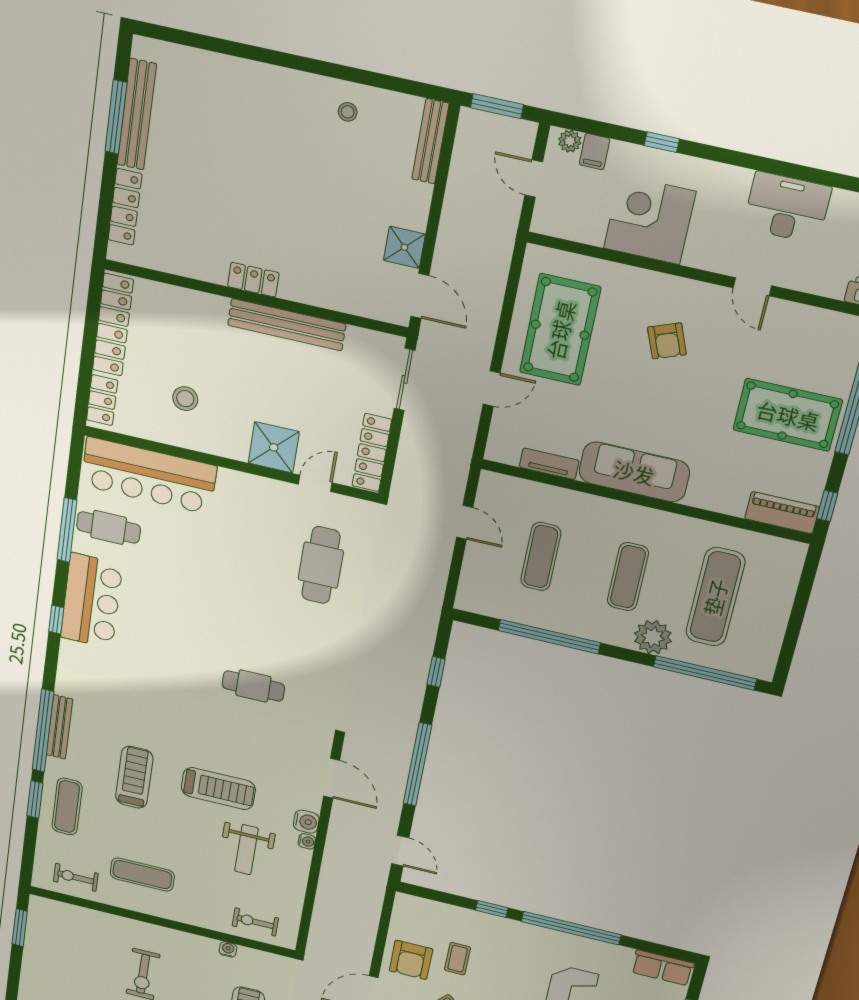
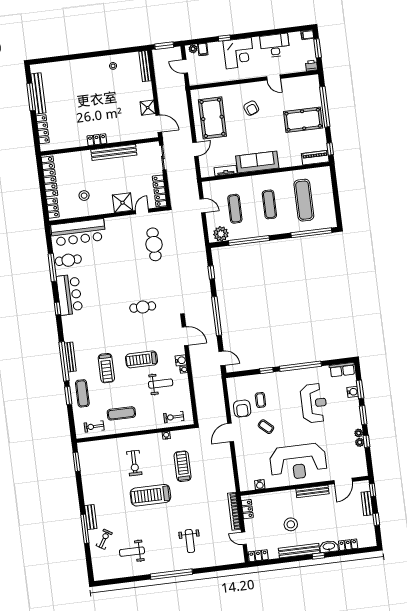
corner desk: (650, 220) -> (239, 53), moved, turned 180
plant: (653, 637) -> (221, 234), moved
treadmill: (134, 777) -> (106, 368), turned 180
treadmill: (218, 789) -> (142, 359), turned 180
weight bench: (246, 850) -> (161, 384), turned -90

